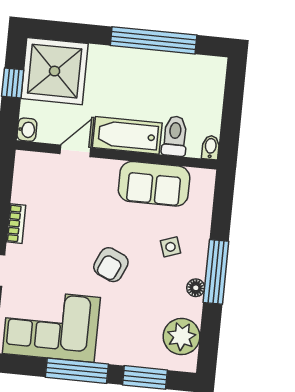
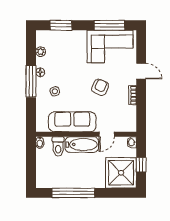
sofa: (154, 184) -> (72, 122), width x1.36
armchair: (111, 265) -> (100, 87), moved
plant: (182, 336) -> (41, 52), width x0.53, depth x0.53
window: (77, 371) -> (109, 25), moved

